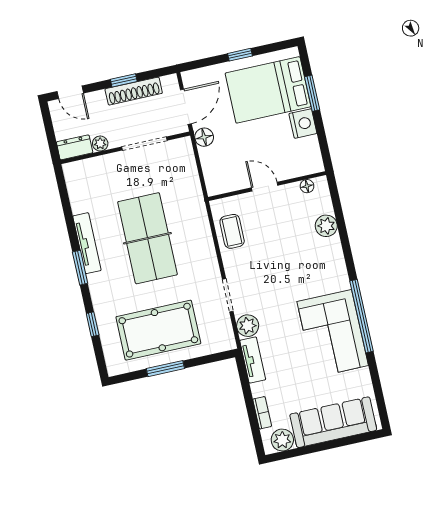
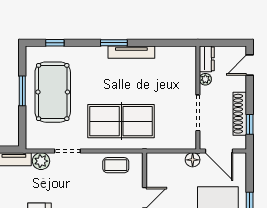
window: (124, 80) -> (250, 124), moved
table tennis table: (147, 238) -> (121, 121), moved
window: (93, 324) -> (55, 43), moved

